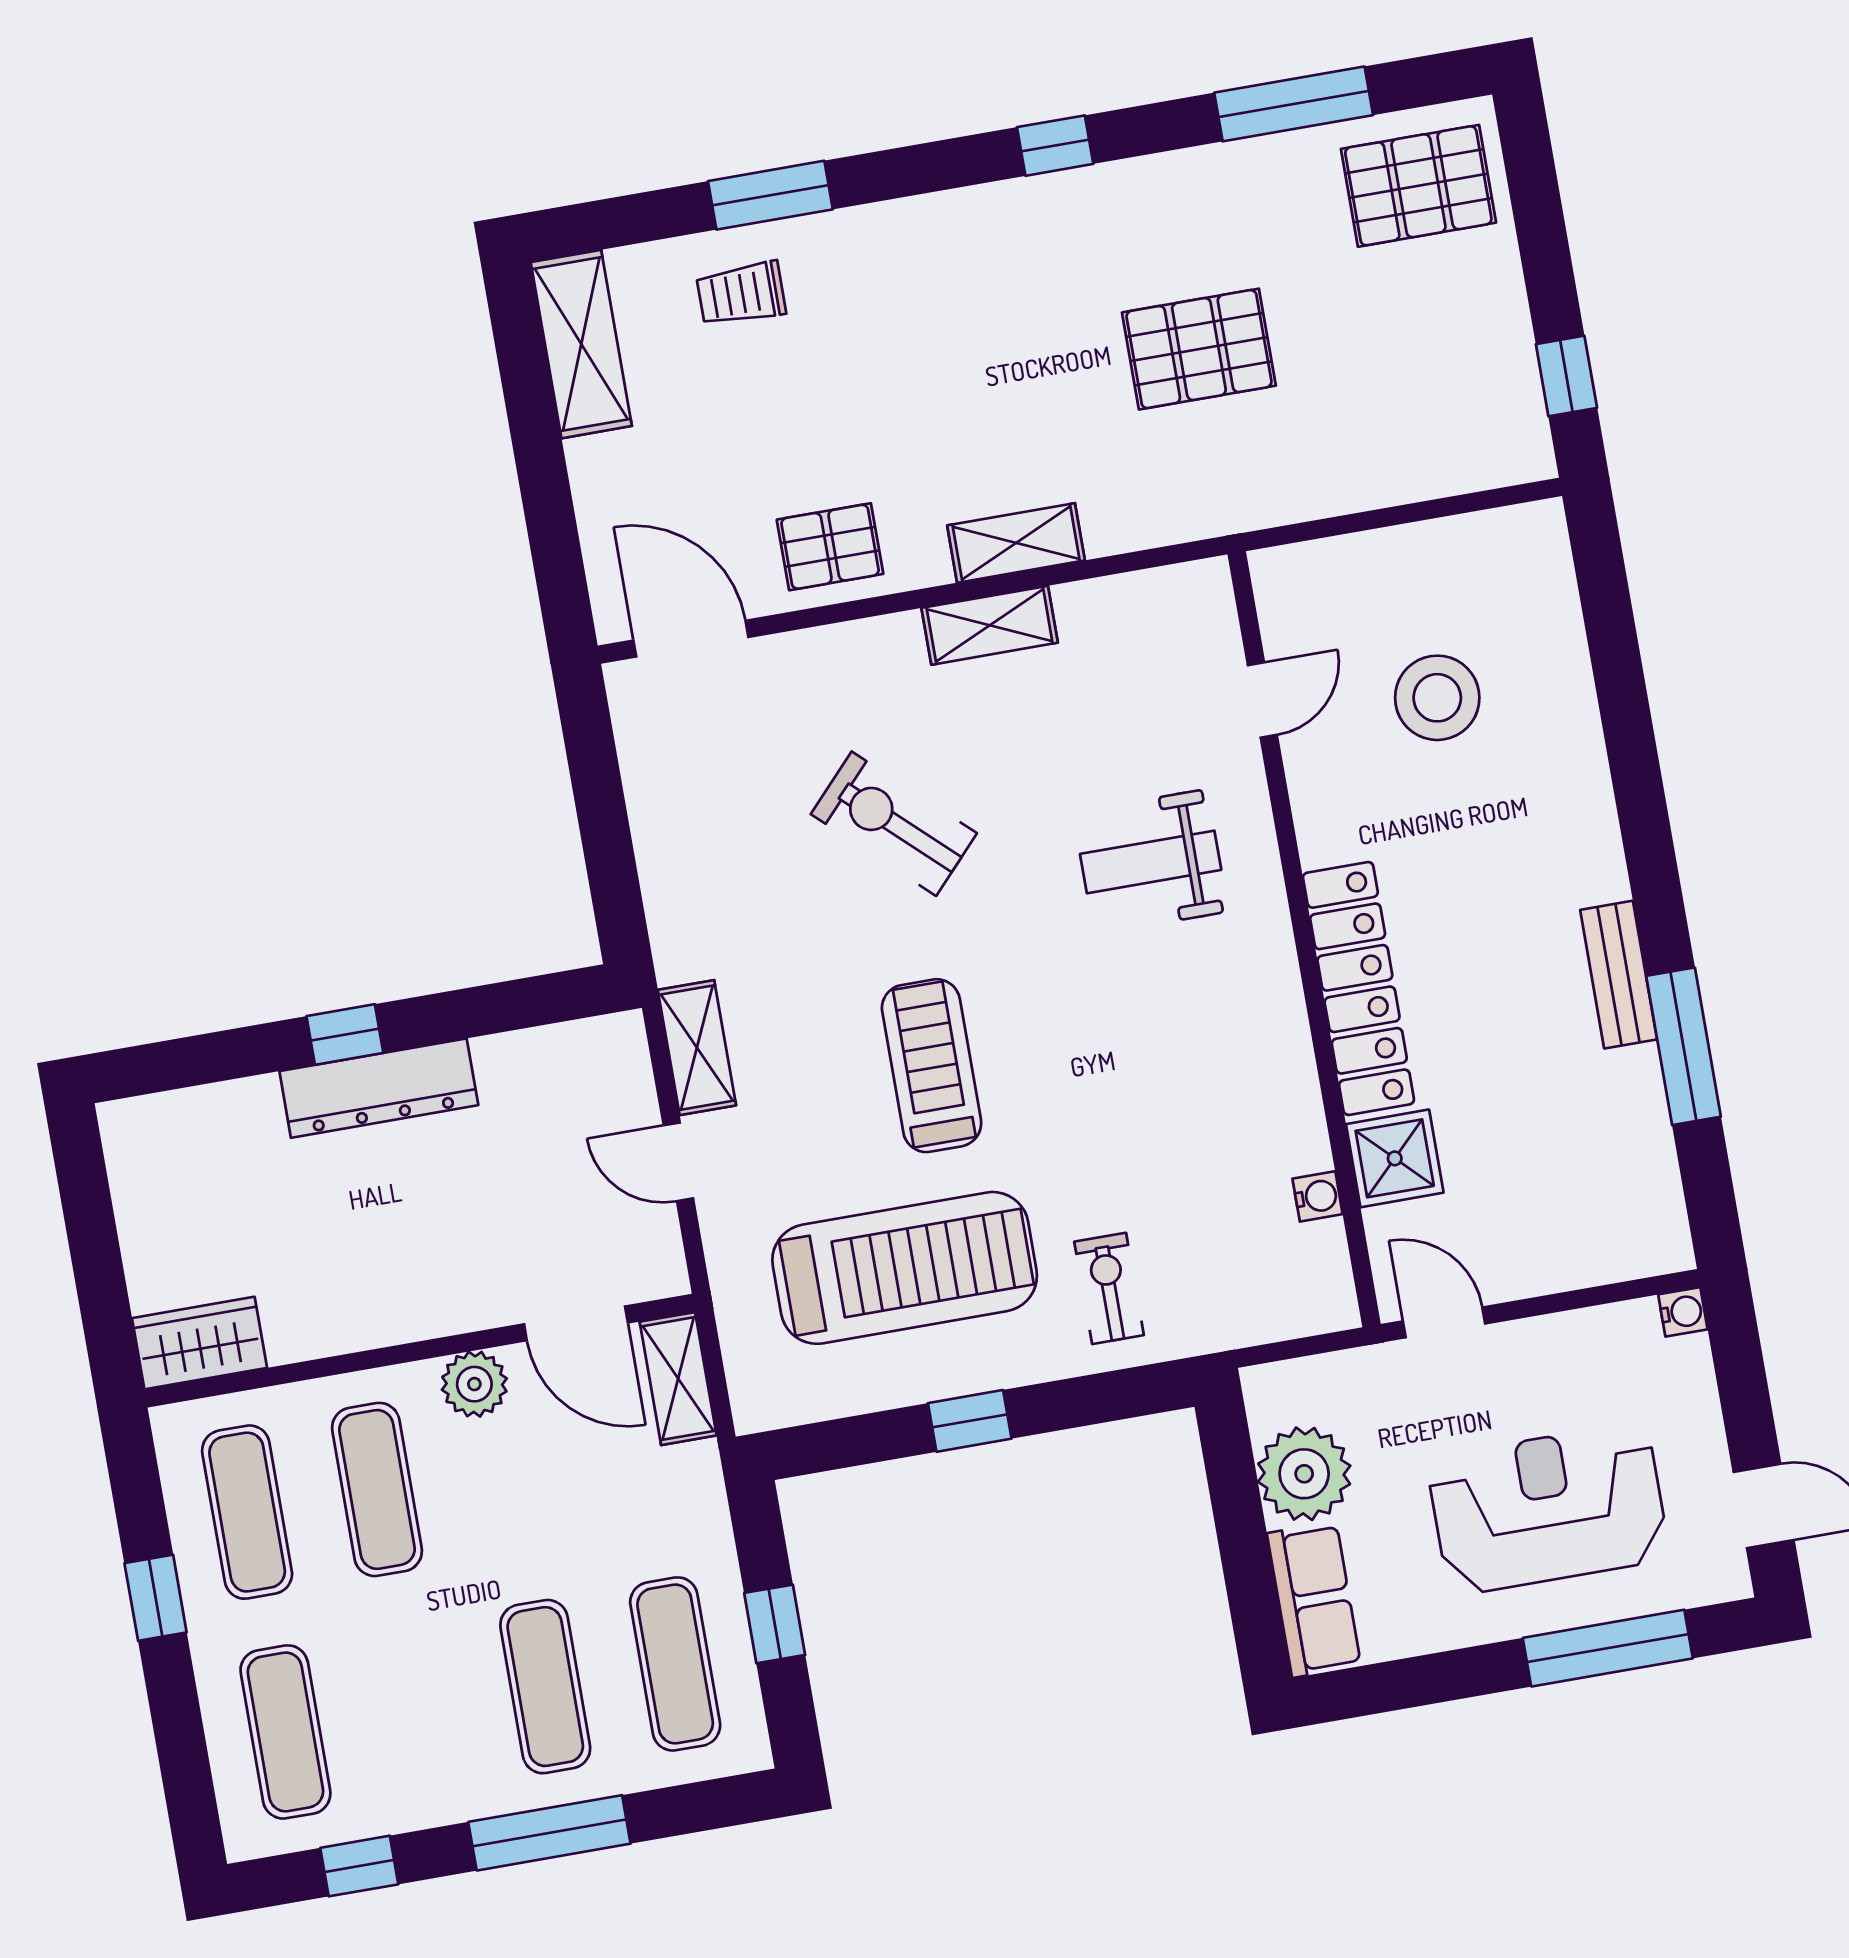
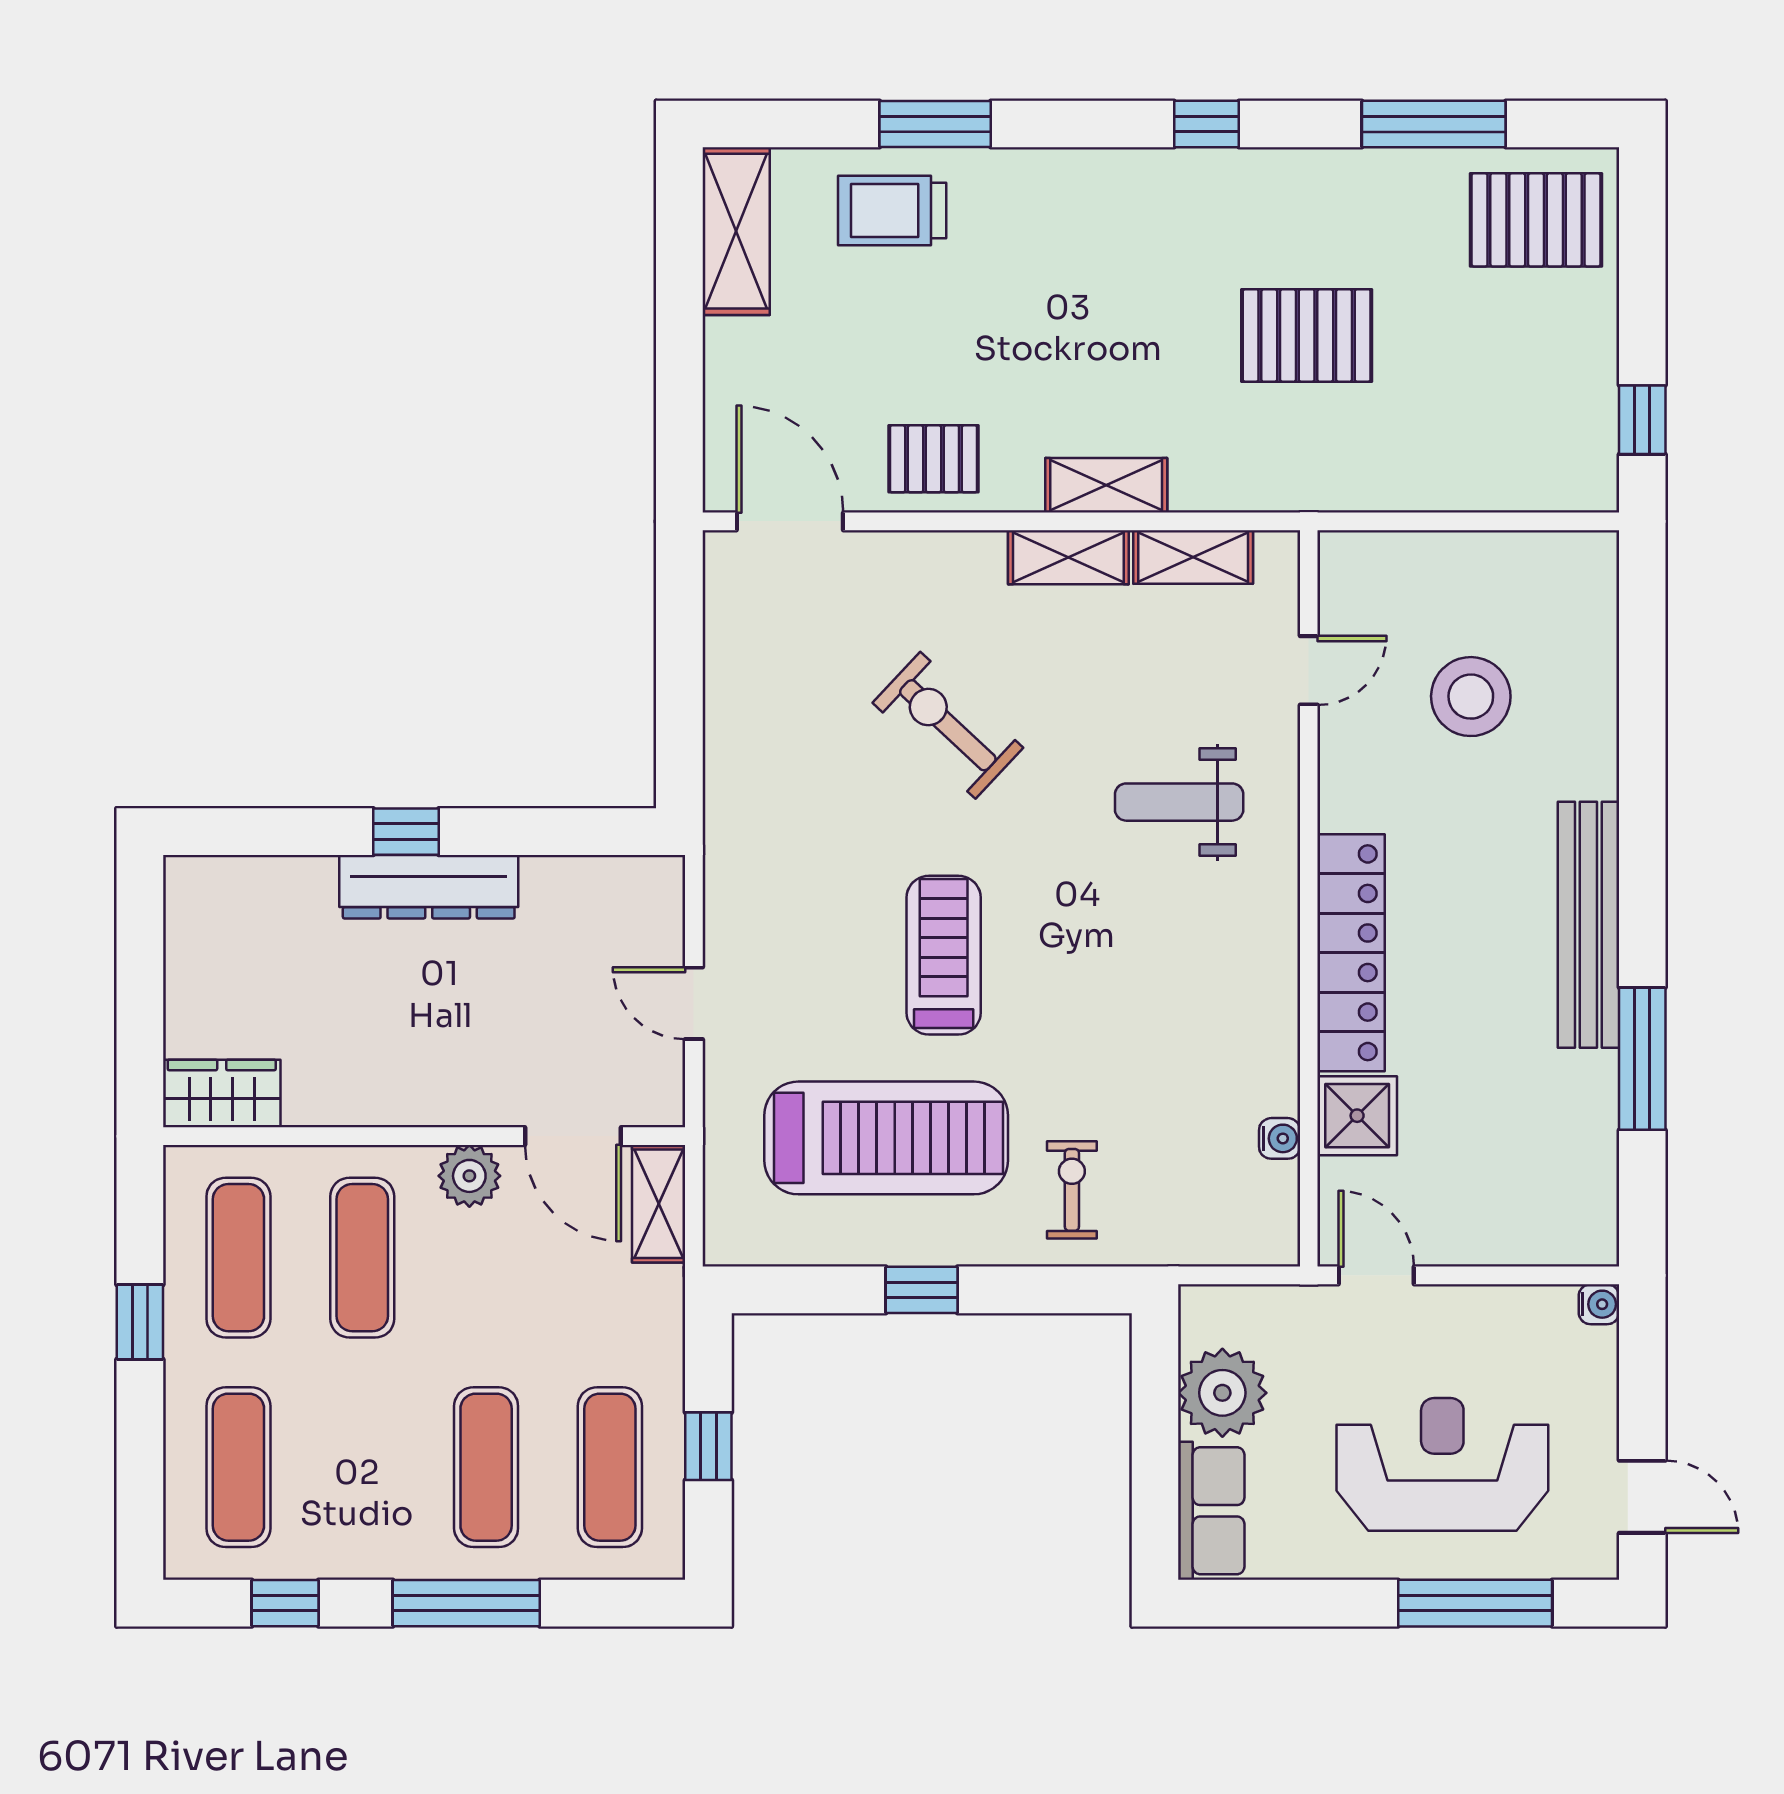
trolley: (741, 294) -> (892, 210), width x1.36, depth x1.39
bench: (1619, 975) -> (1588, 925), width x1.86, depth x1.21
shelving: (697, 1048) -> (1193, 557), moved, turned 90

